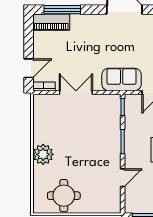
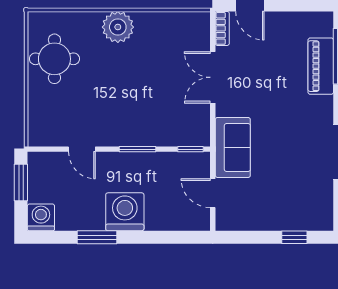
piano: (51, 22) -> (321, 66), moved
double door: (76, 92) -> (213, 77), swing flipped

